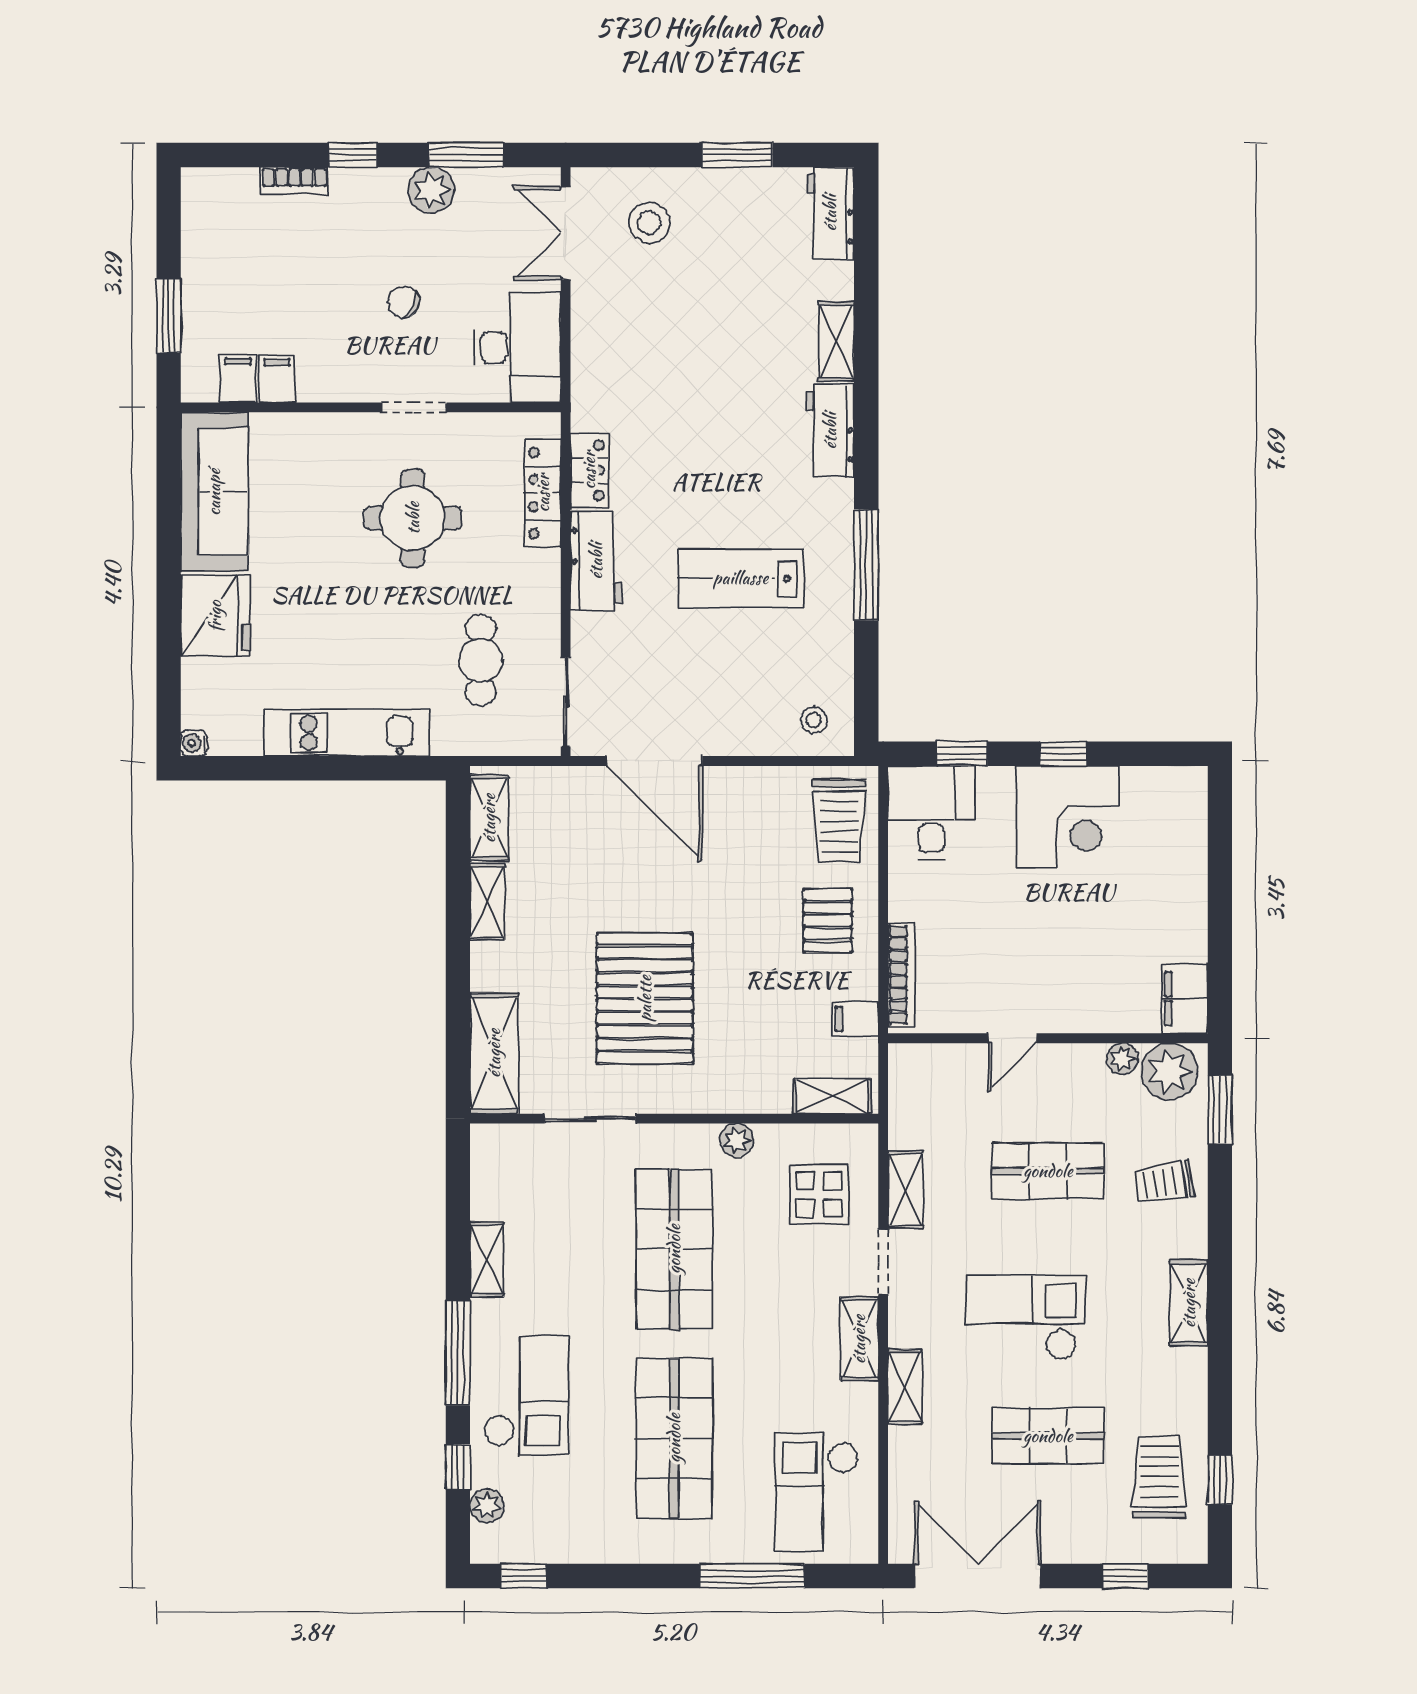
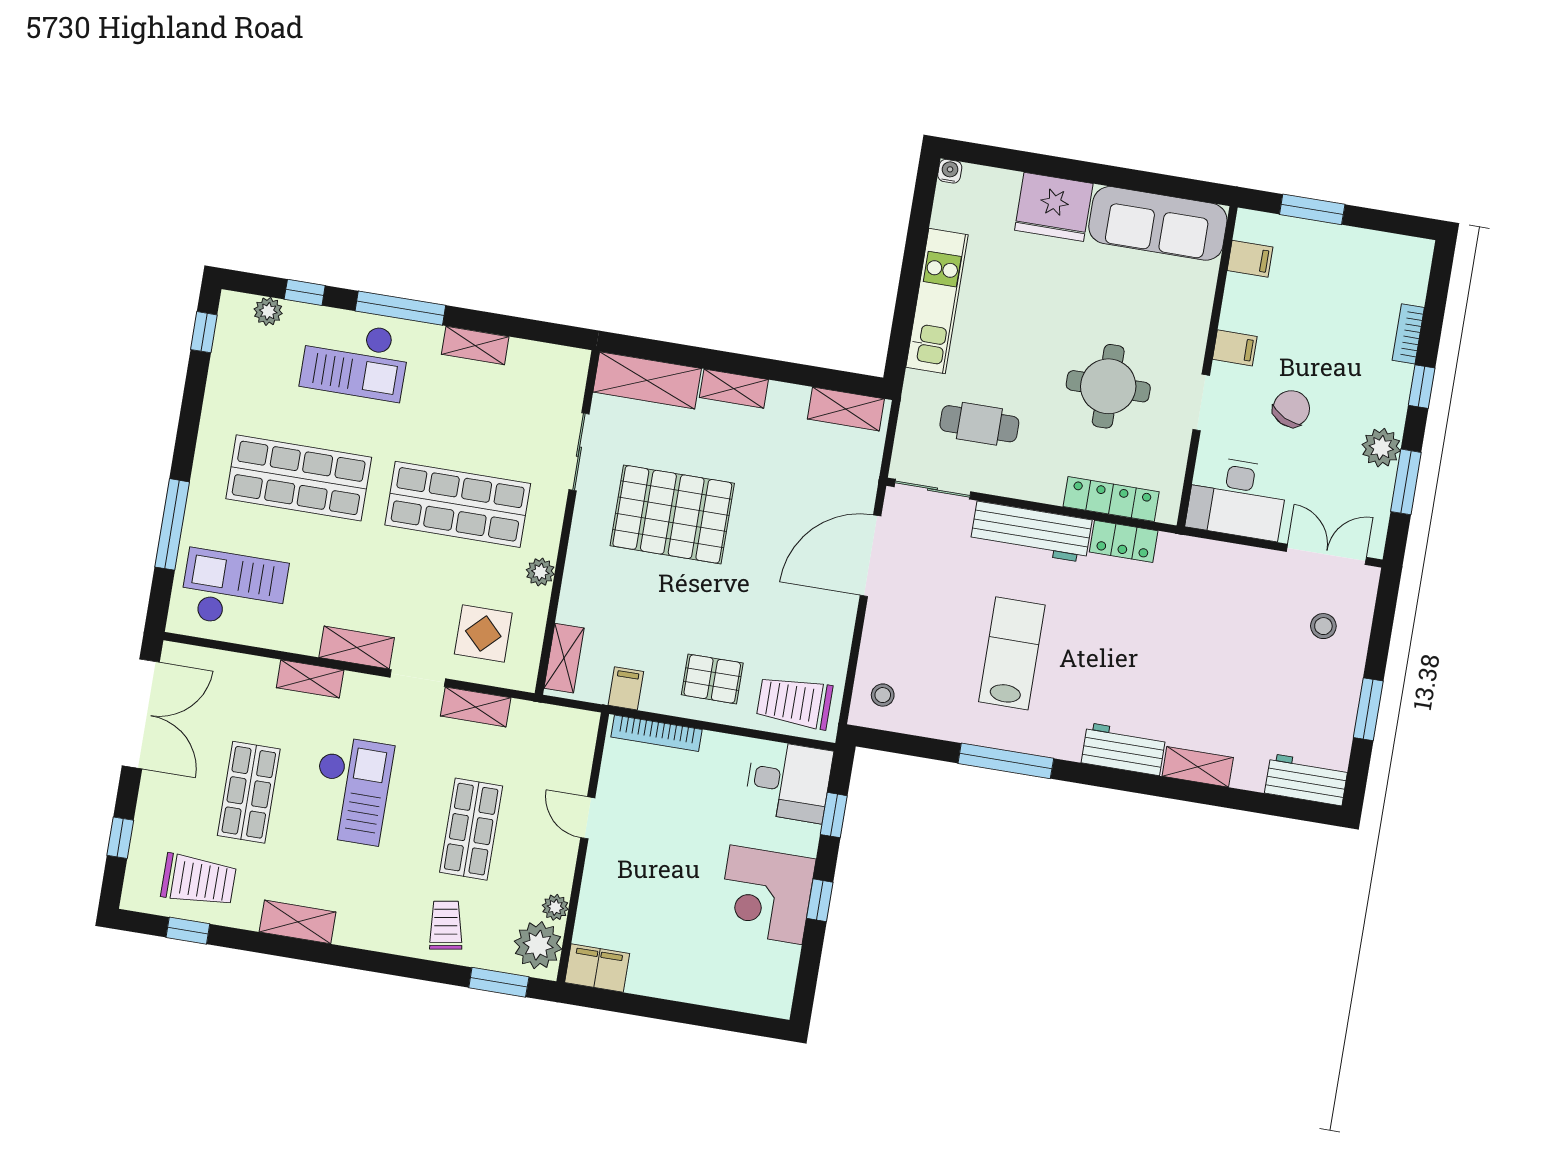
stool: (649, 223) -> (1323, 626), width x0.73, depth x0.73
chair: (404, 302) -> (1291, 409), width x1.37, depth x1.37
filing cabinet: (277, 379) -> (1235, 348), moved
workbench: (596, 561) -> (1031, 532), width x1.38
shelving: (487, 902) -> (734, 389), moved
shelving: (1189, 1303) -> (298, 922), moved

